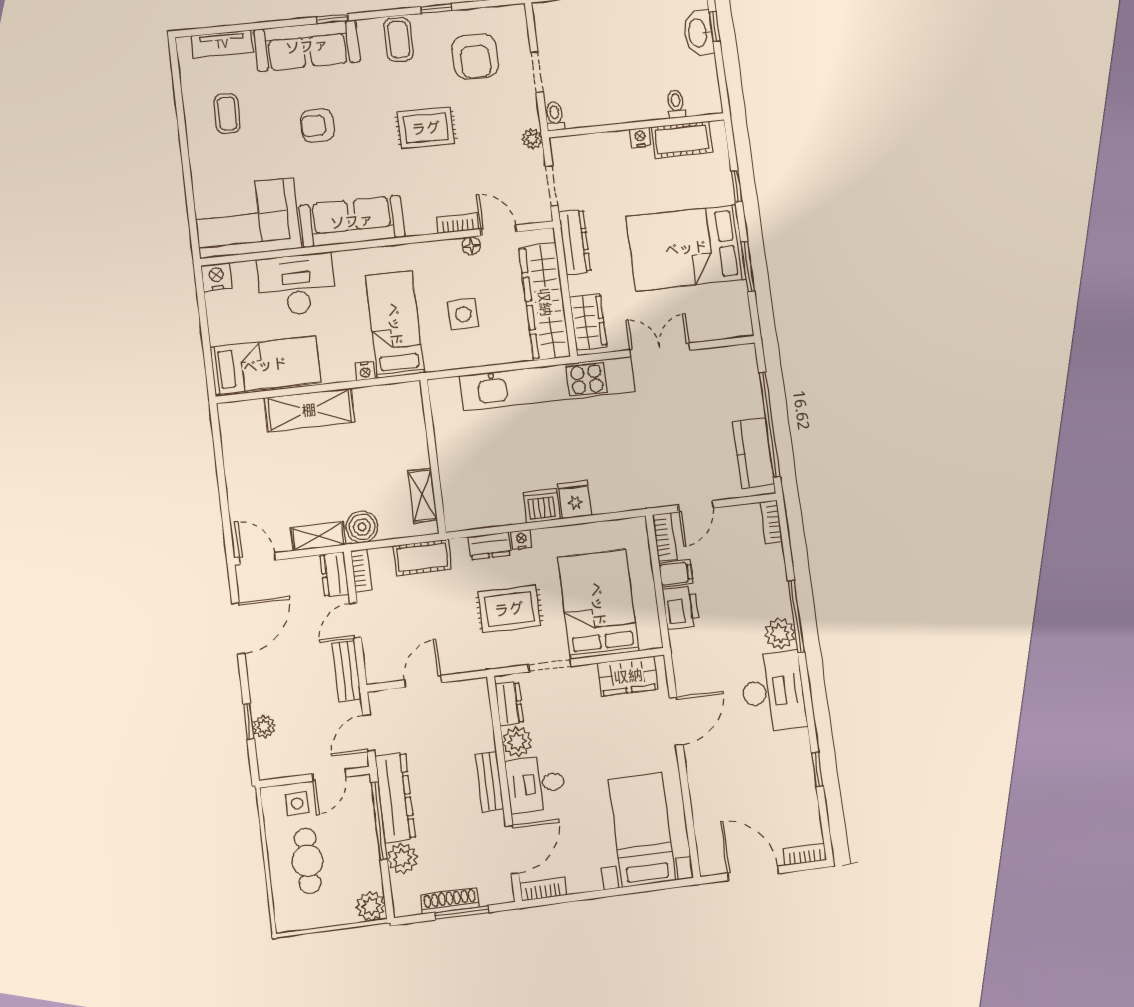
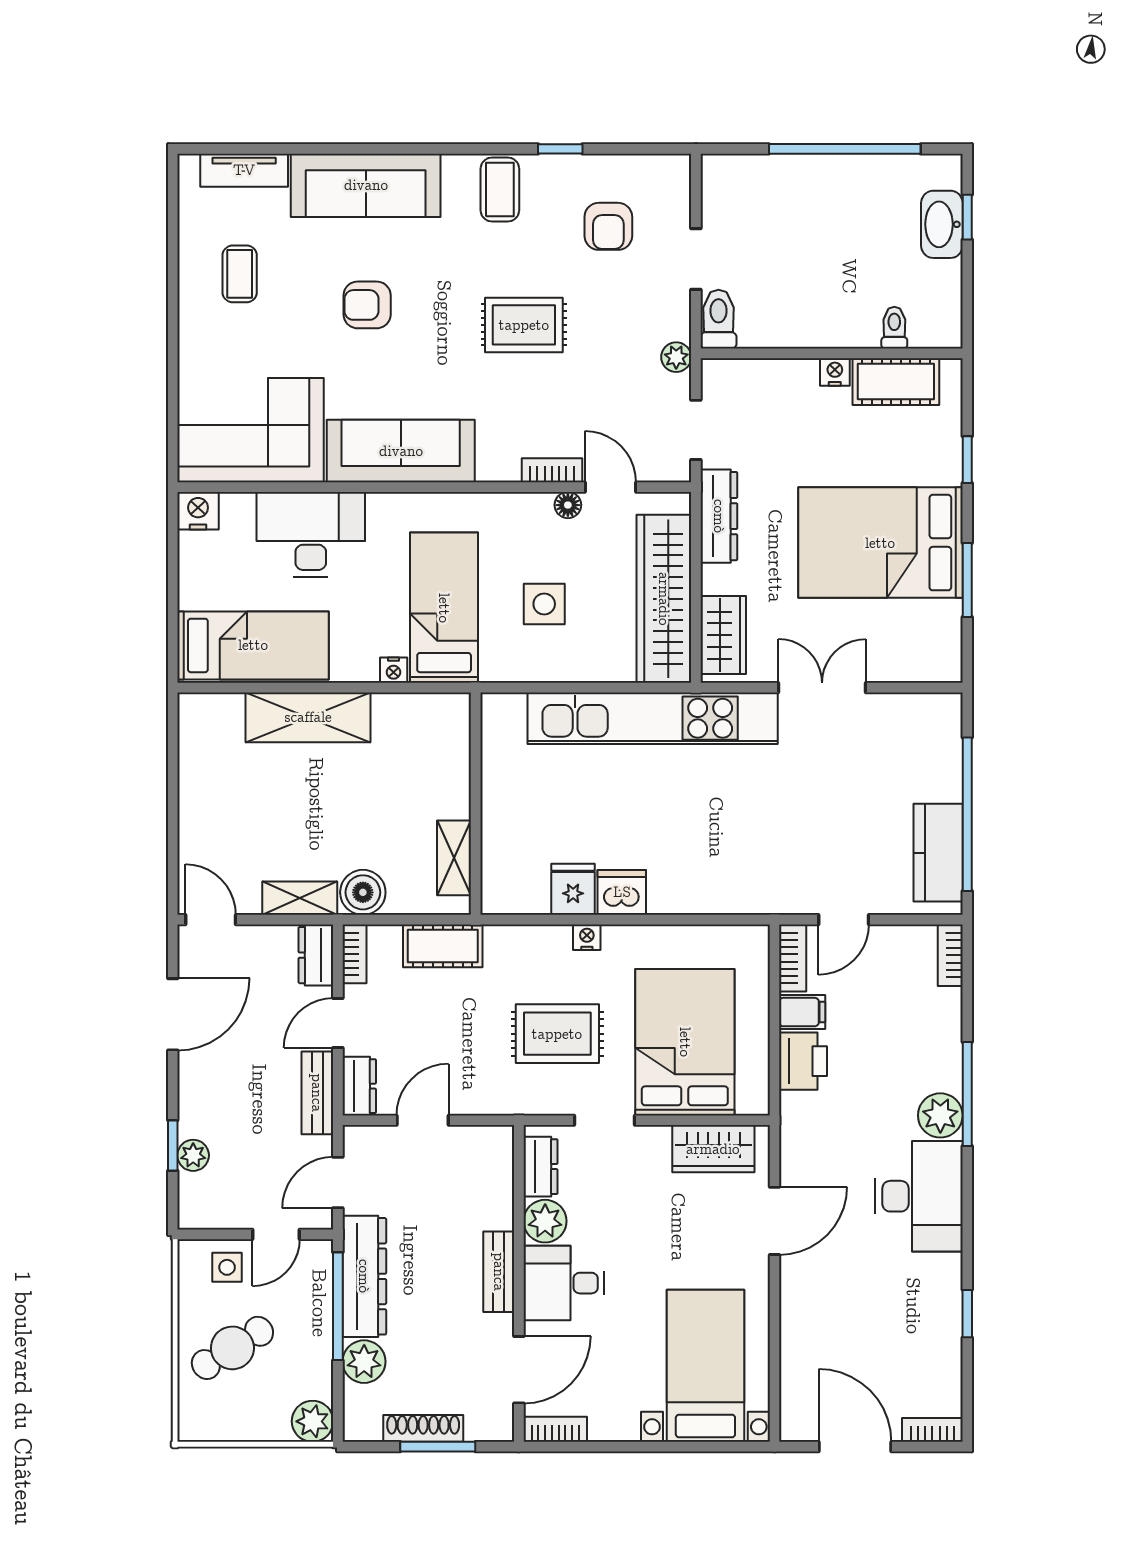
window: (332, 19) -> (407, 149), removed
armchair: (475, 56) -> (608, 226), width x0.72, depth x0.72
toilet: (555, 116) -> (719, 319), width x1.37, depth x1.39
fridge: (575, 500) -> (573, 889), moved
dresser: (490, 546) -> (359, 1086), moved, turned -90
cafe table: (308, 861) -> (232, 1348), turned 58

